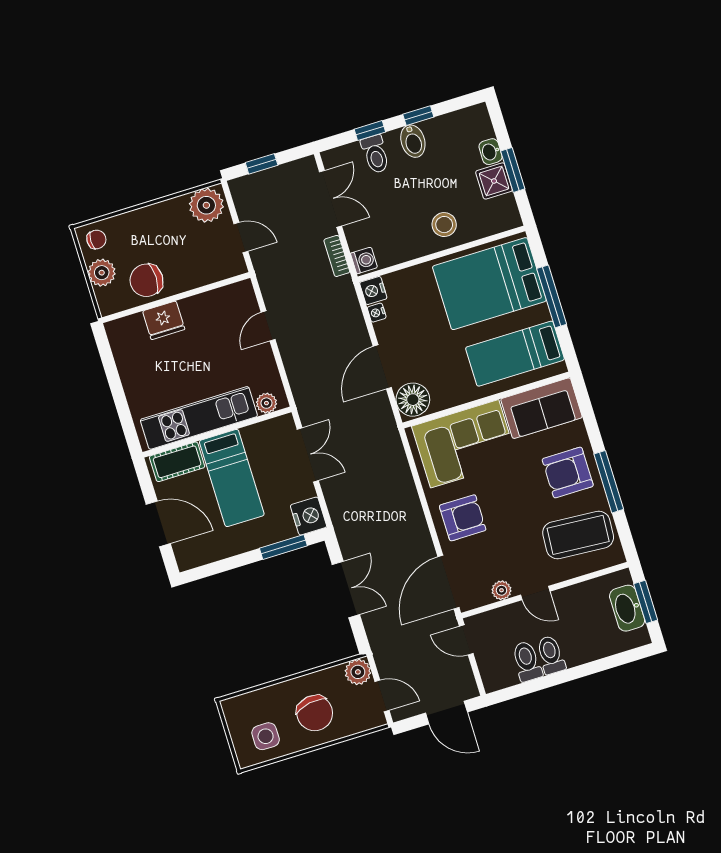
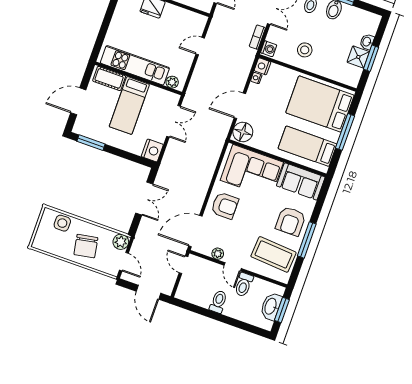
stool: (444, 225) -> (305, 50), moved
armchair: (568, 472) -> (291, 221), turned -90
door: (158, 524) -> (78, 101), swing flipped
window: (283, 547) -> (91, 143), moved
toilet: (527, 661) -> (244, 285), moved, turned 180
side table: (266, 736) -> (62, 223), moved

